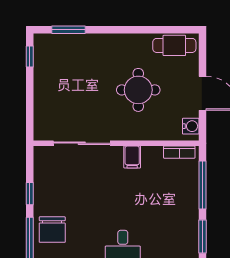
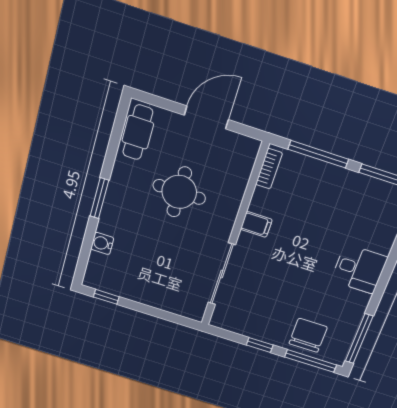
window: (69, 30) -> (99, 198), moved
water cooler: (191, 126) -> (102, 243), moved, turned -90
chair: (52, 230) -> (308, 335), turned -90

